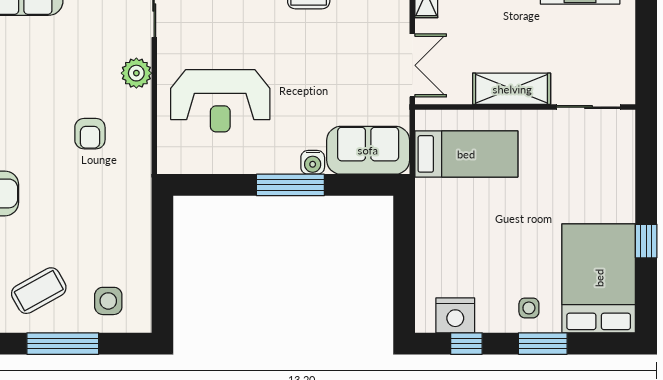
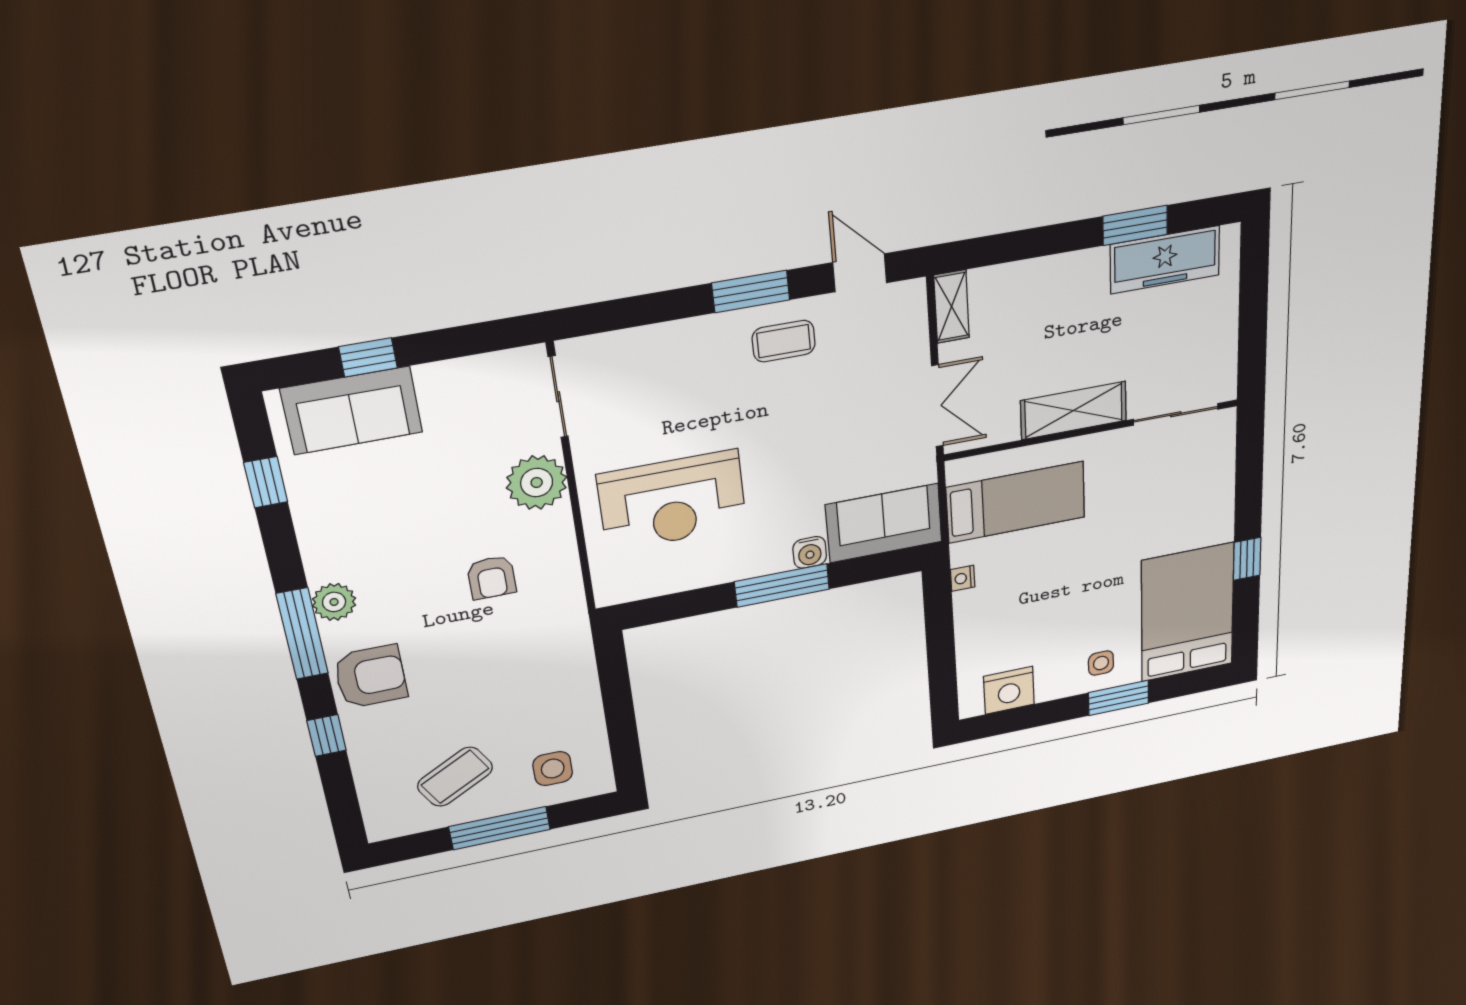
plant: (136, 73) -> (537, 483), width x1.36, depth x1.36
nightstand: (424, 209) -> (963, 578), added
window: (466, 344) -> (1024, 718), removed

